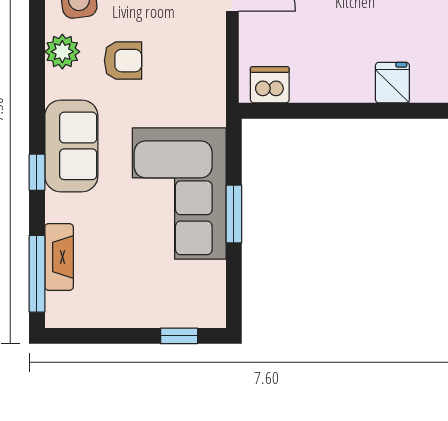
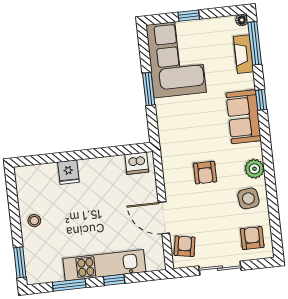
armchair: (123, 61) -> (205, 173), moved, turned -90
corner sofa: (179, 194) -> (176, 59), moved
floor lamp: (55, 318) -> (242, 20), added
window: (179, 336) -> (189, 16), moved

